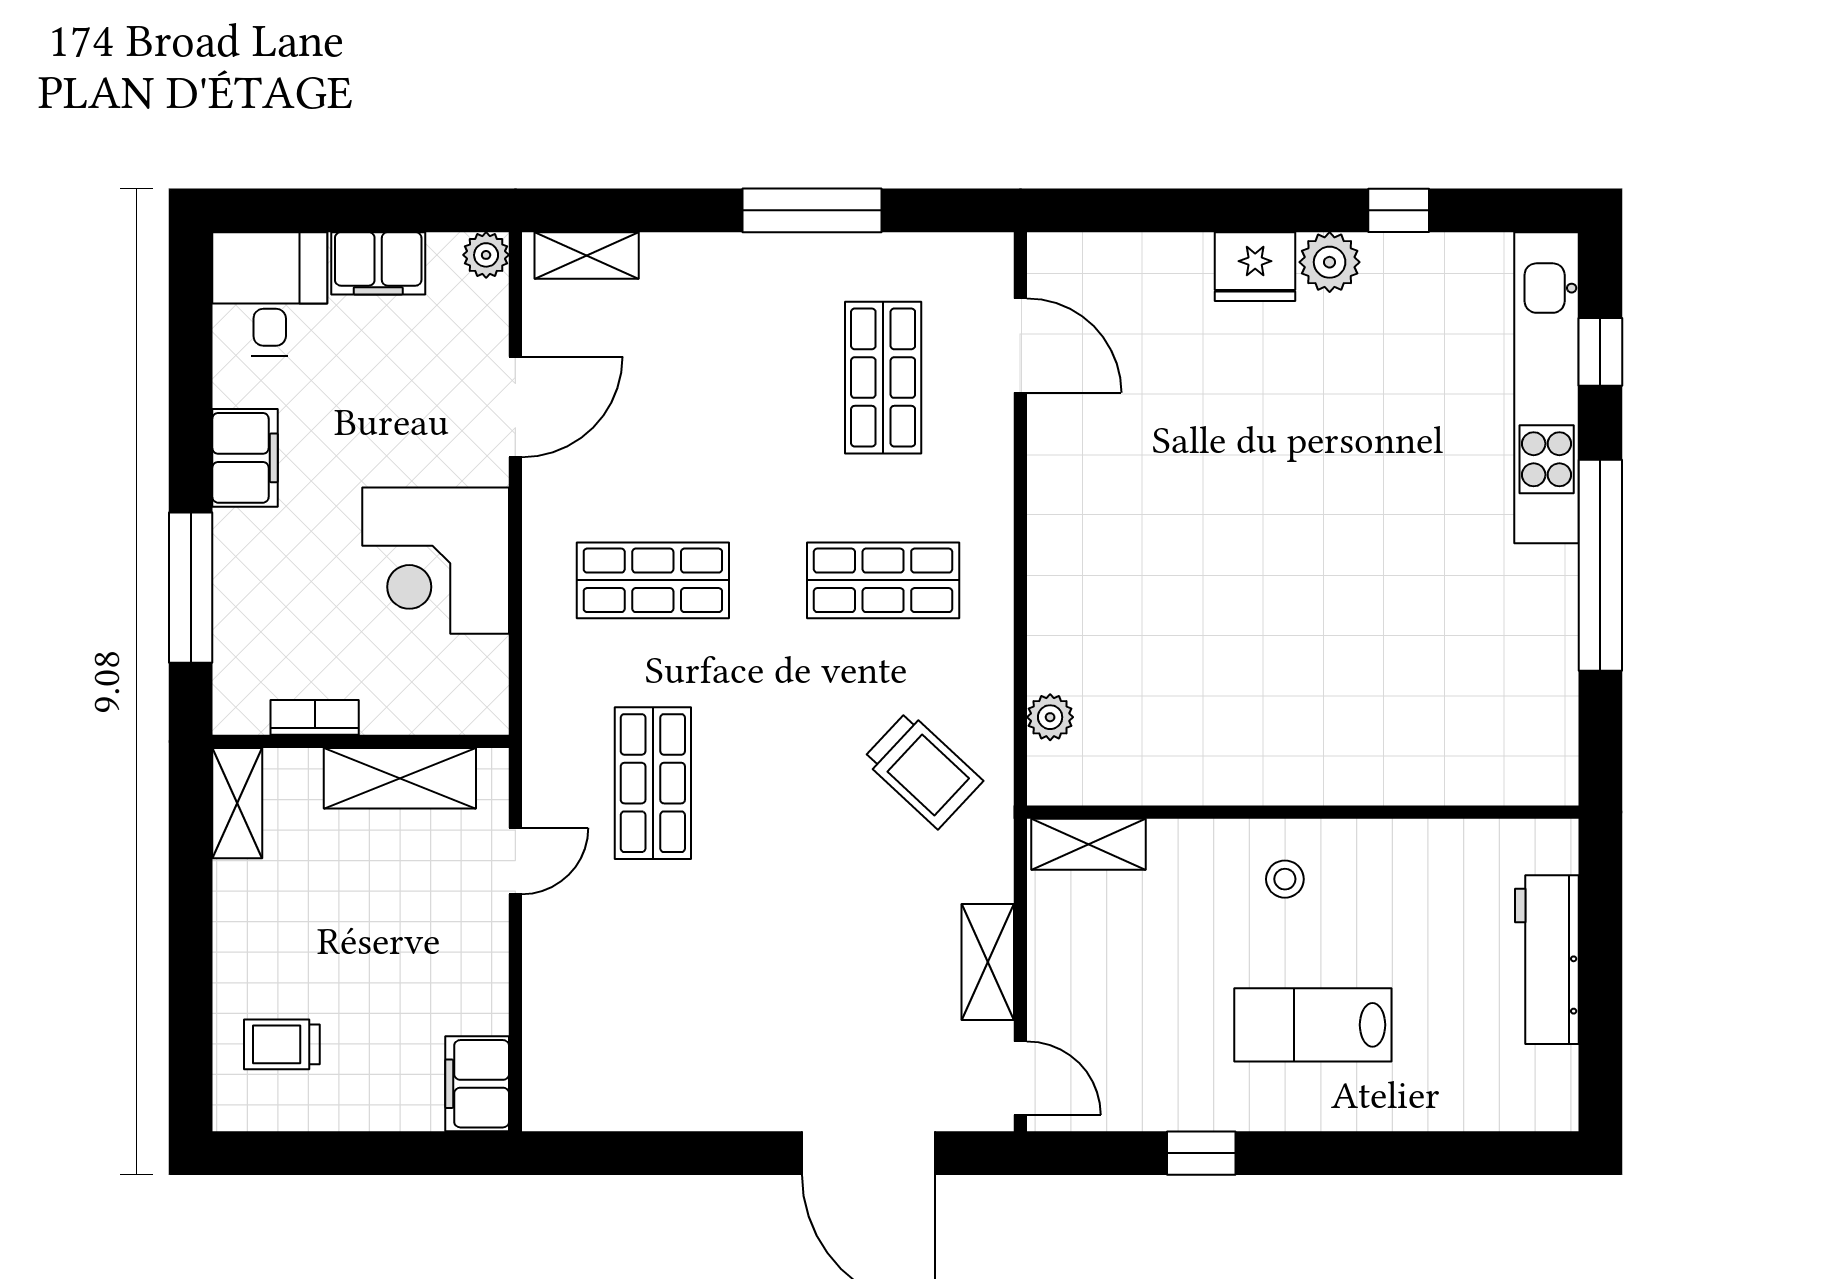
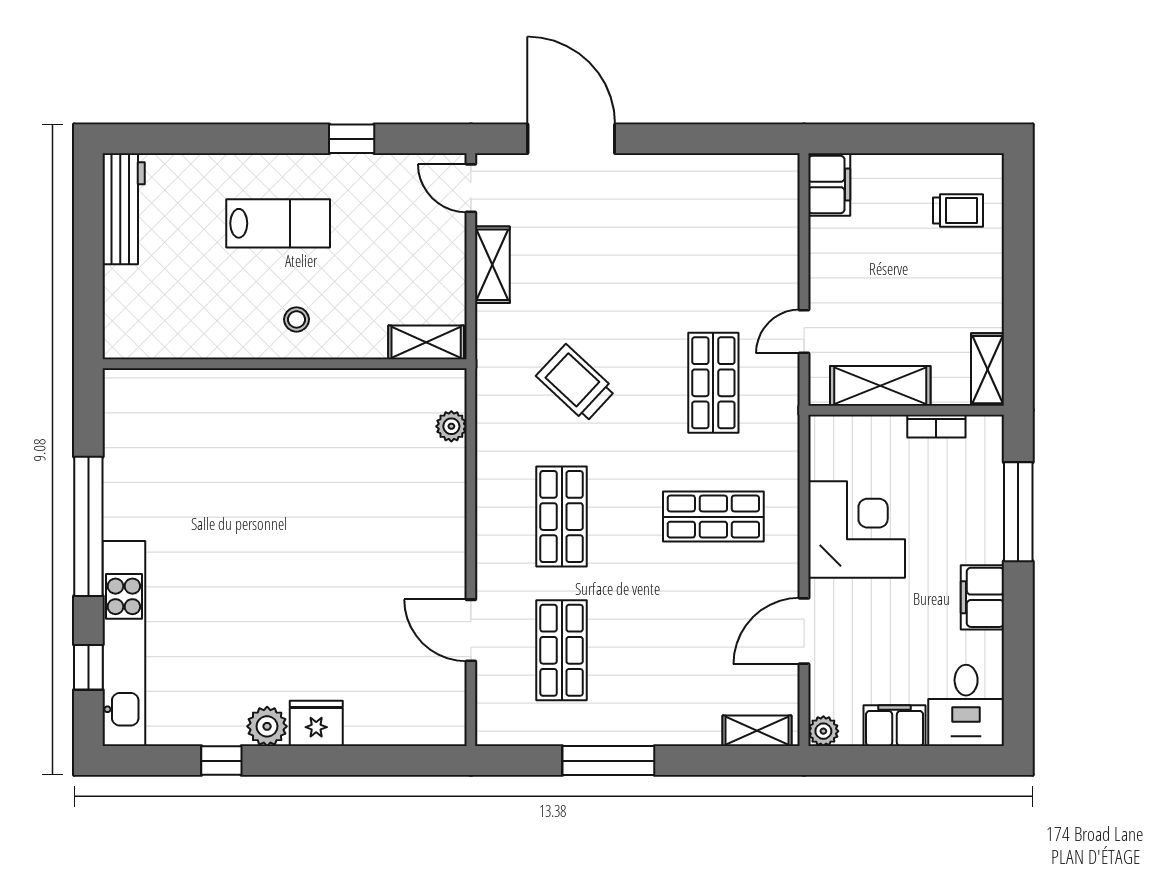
door: (1020, 345) -> (471, 630), moved
shop shelf: (883, 580) -> (562, 517), turned 90
trolley: (923, 770) -> (576, 383), moved
workbench: (1547, 960) -> (124, 209), moved

